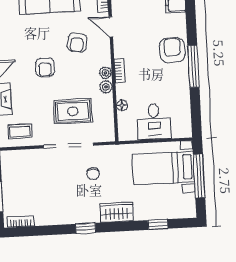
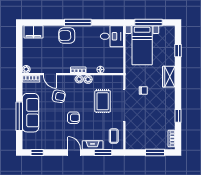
door: (111, 27) -> (50, 74), hinge flipped
desk: (154, 122) -> (112, 36), moved
window: (86, 228) -> (178, 116), moved

